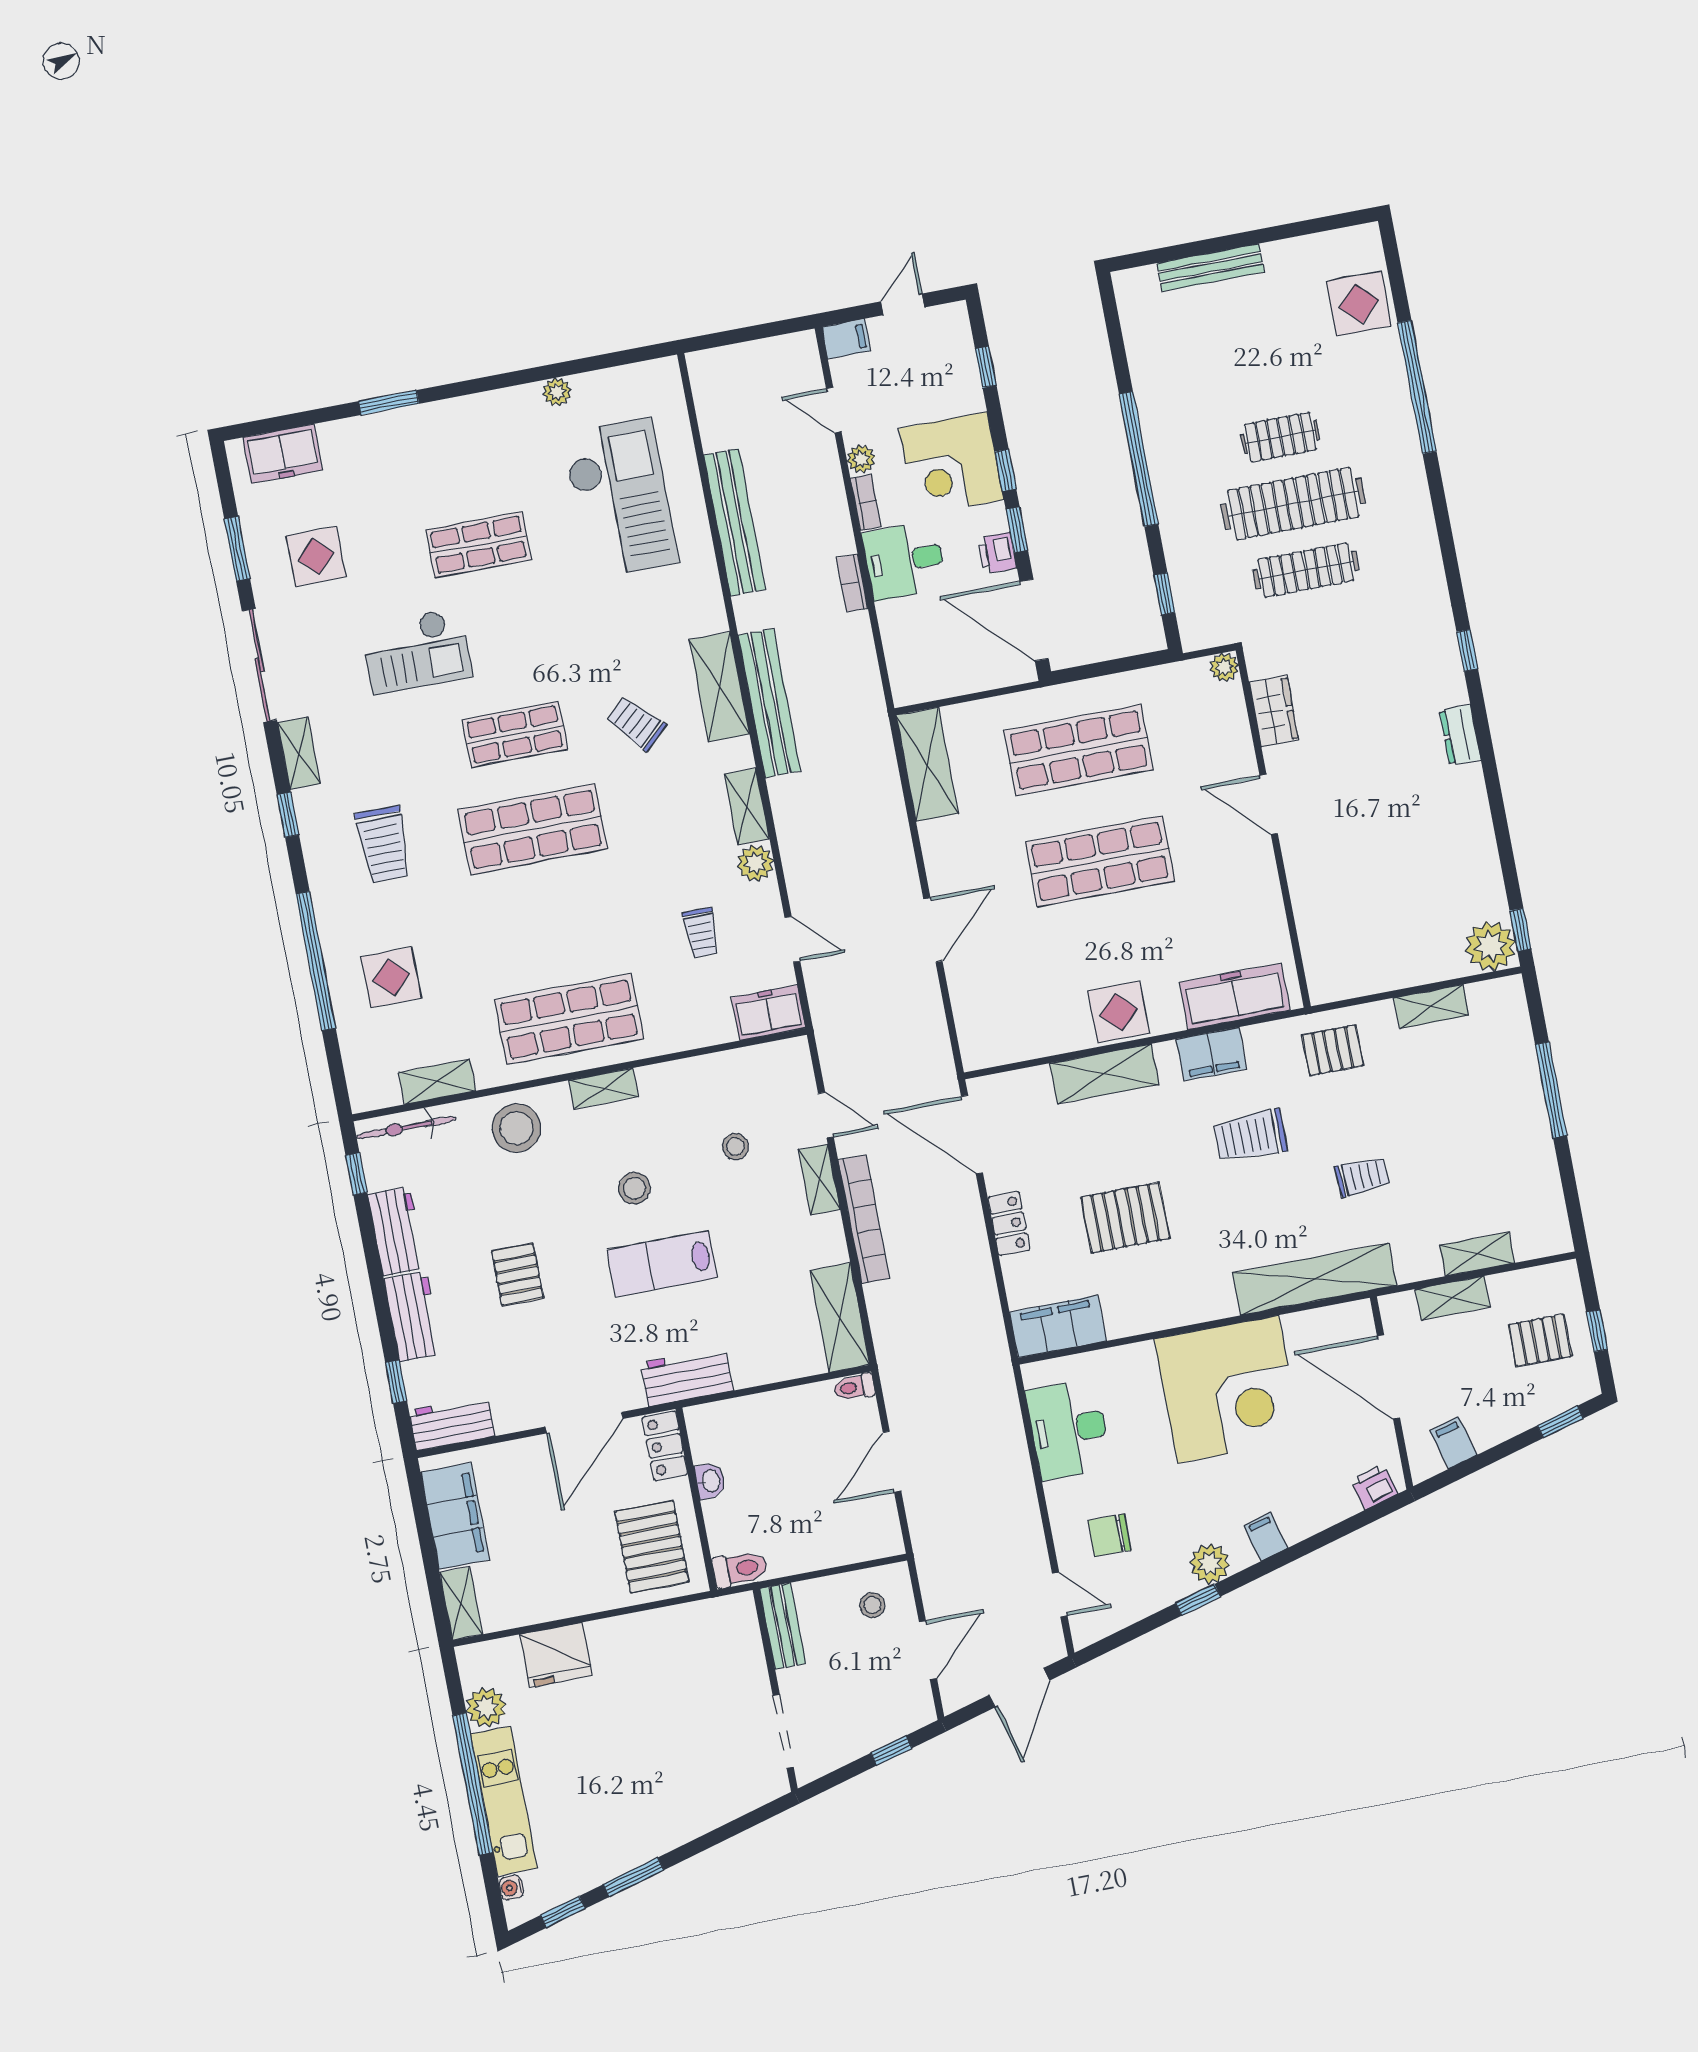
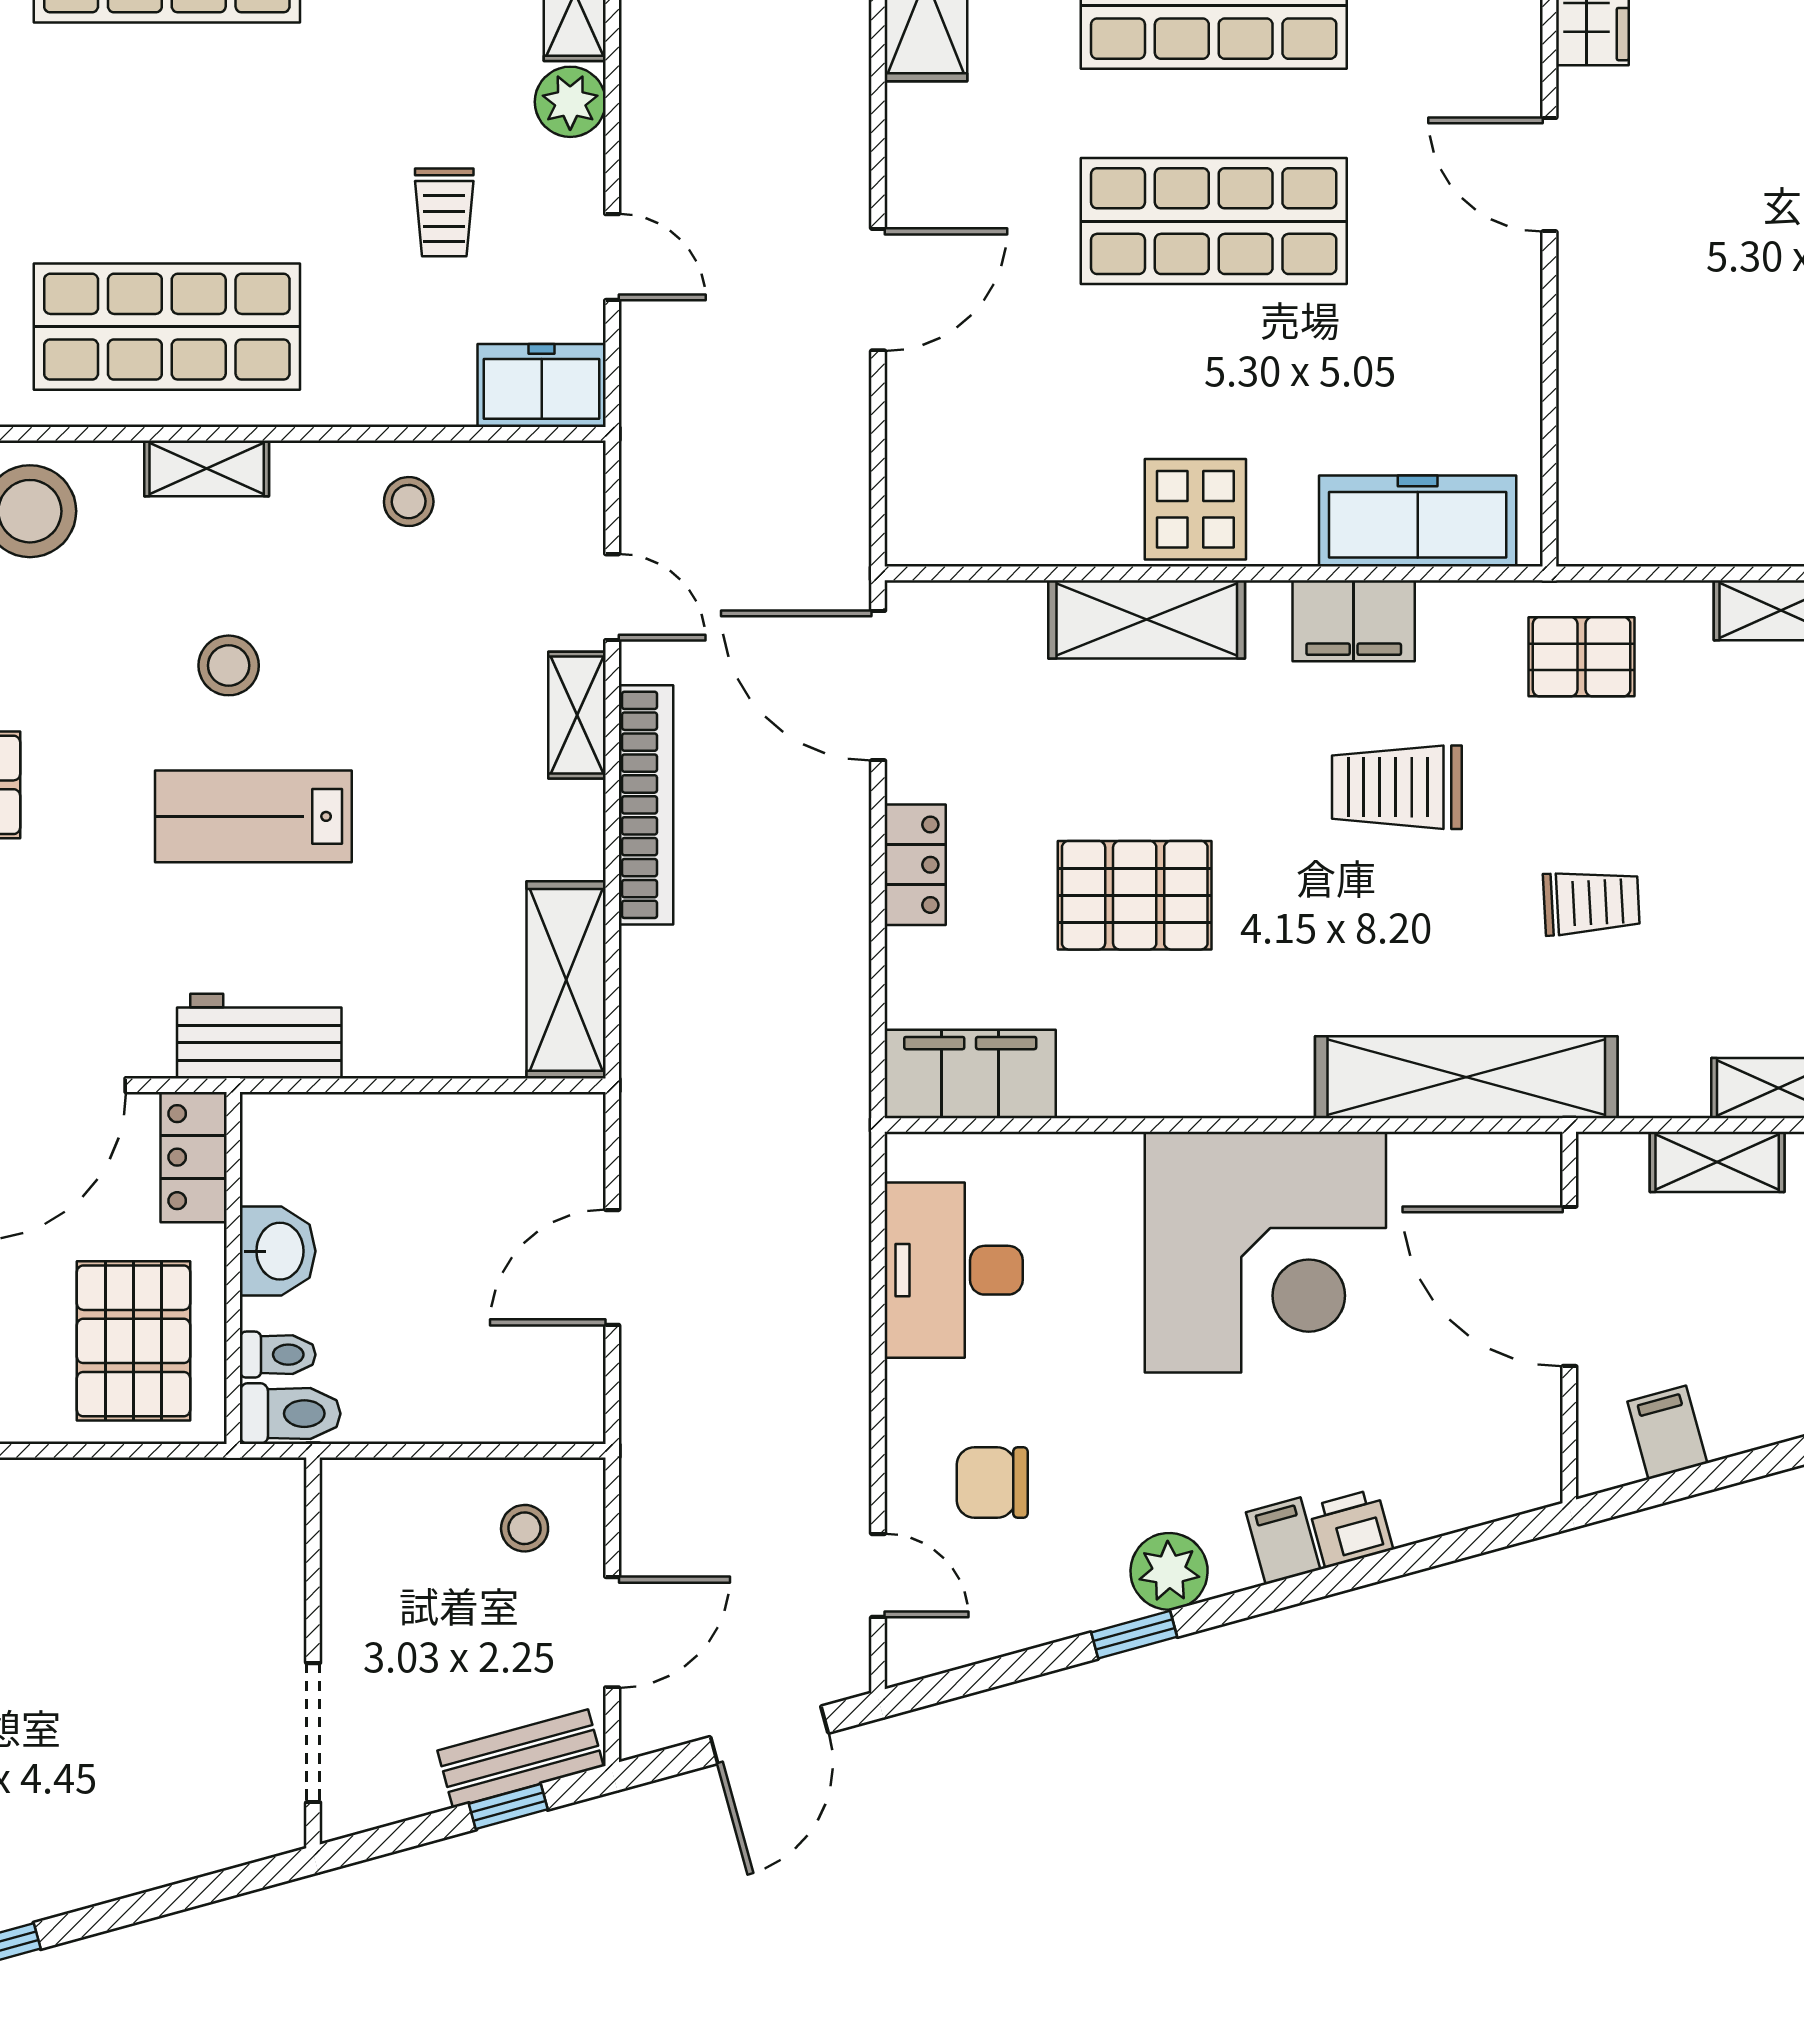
stool: (735, 1147) -> (409, 502), moved
toilet: (854, 1387) -> (278, 1355), moved, turned 180
washbasin: (710, 1481) -> (278, 1251), width x1.38, depth x1.45
printer: (1374, 1487) -> (1351, 1528), moved
bench: (783, 1626) -> (521, 1758), moved, turned 75

